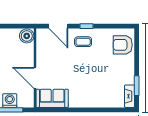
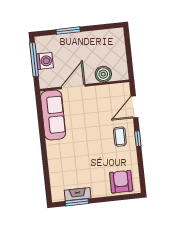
boiler: (27, 36) -> (103, 74), moved
fireplace: (130, 96) -> (78, 194), moved
sofa: (52, 98) -> (53, 115), width x1.36

